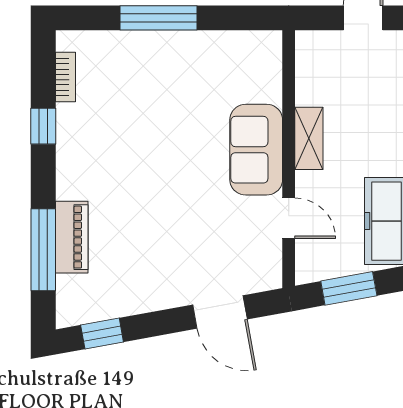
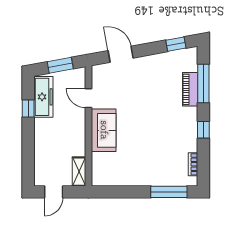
window: (159, 18) -> (169, 192), moved
window: (43, 126) -> (203, 130), moved
shelving: (309, 138) -> (79, 172), moved

